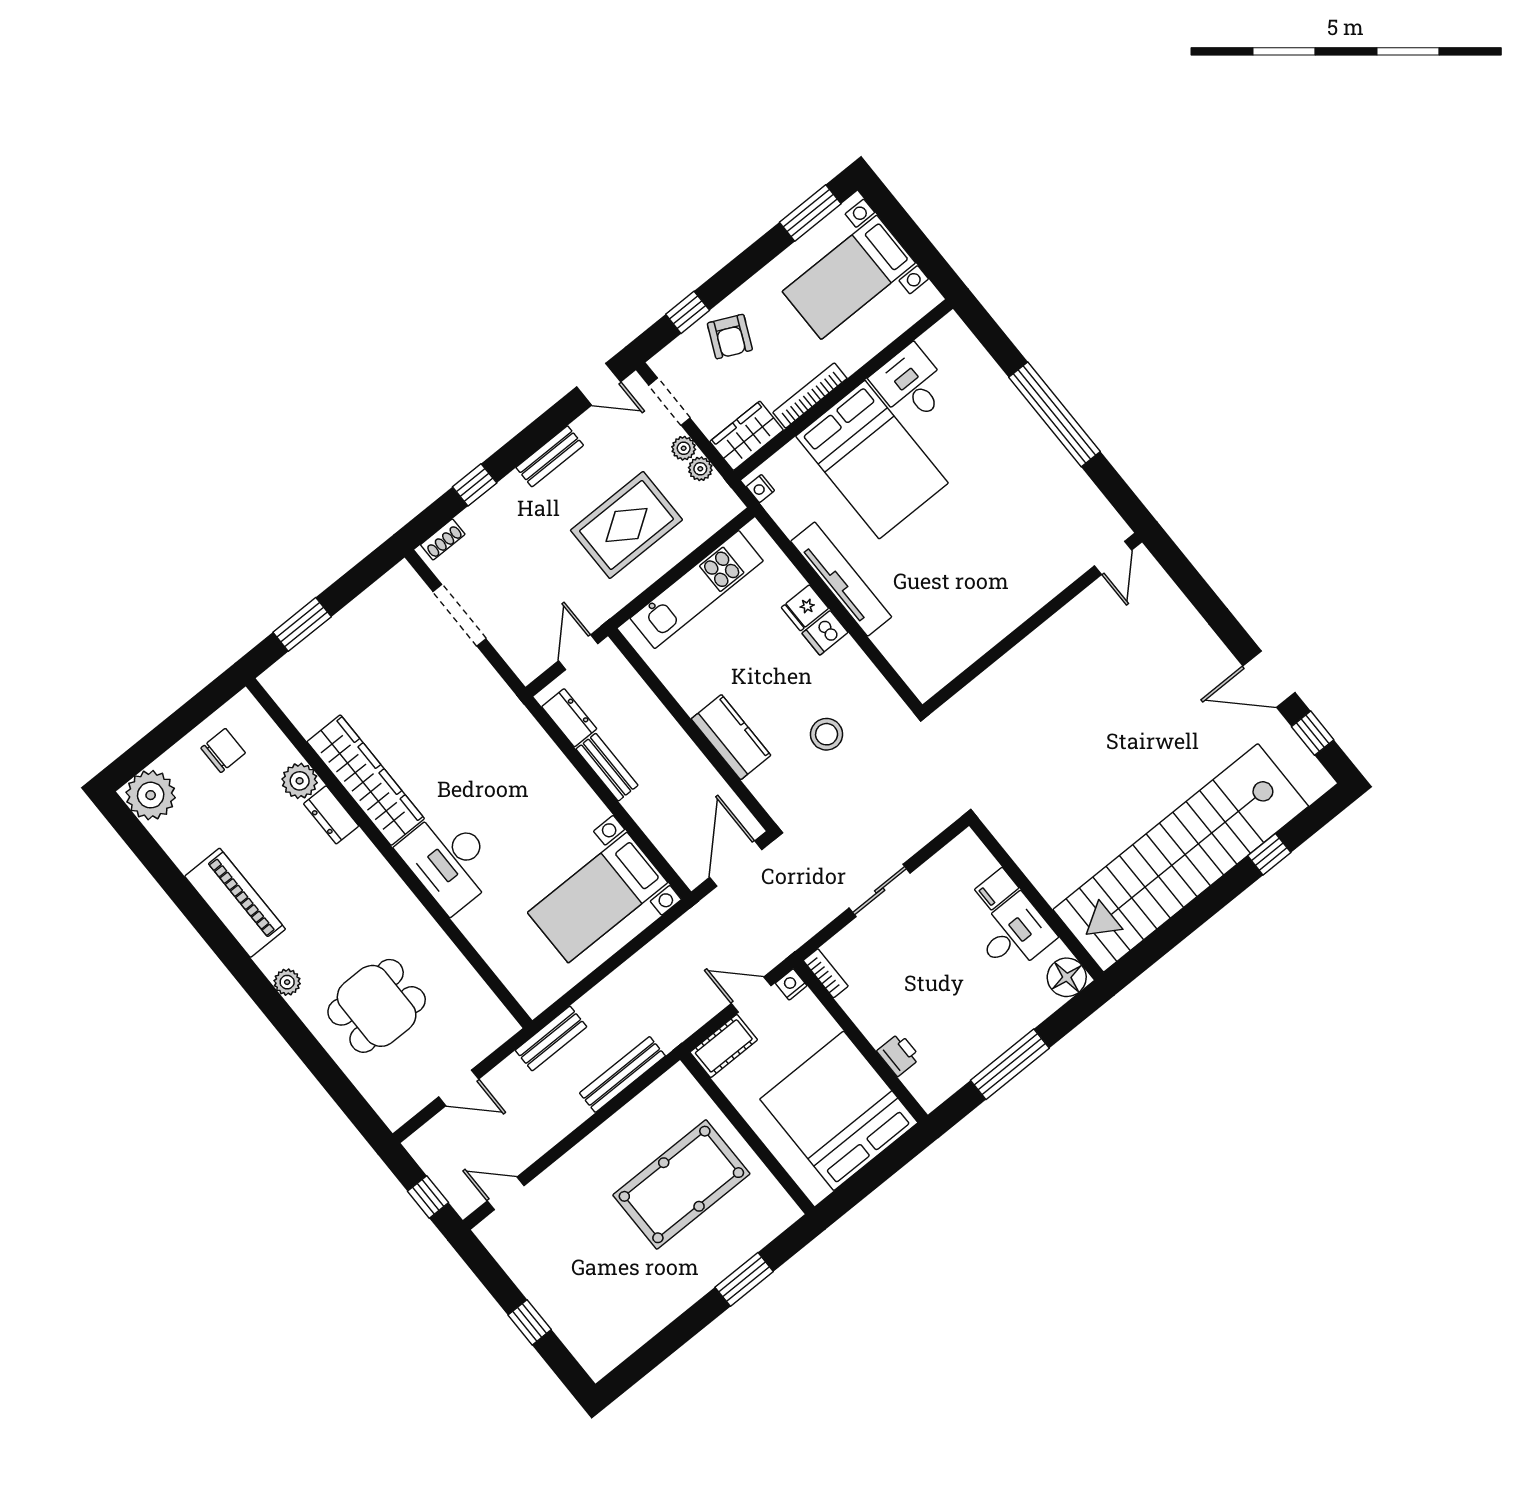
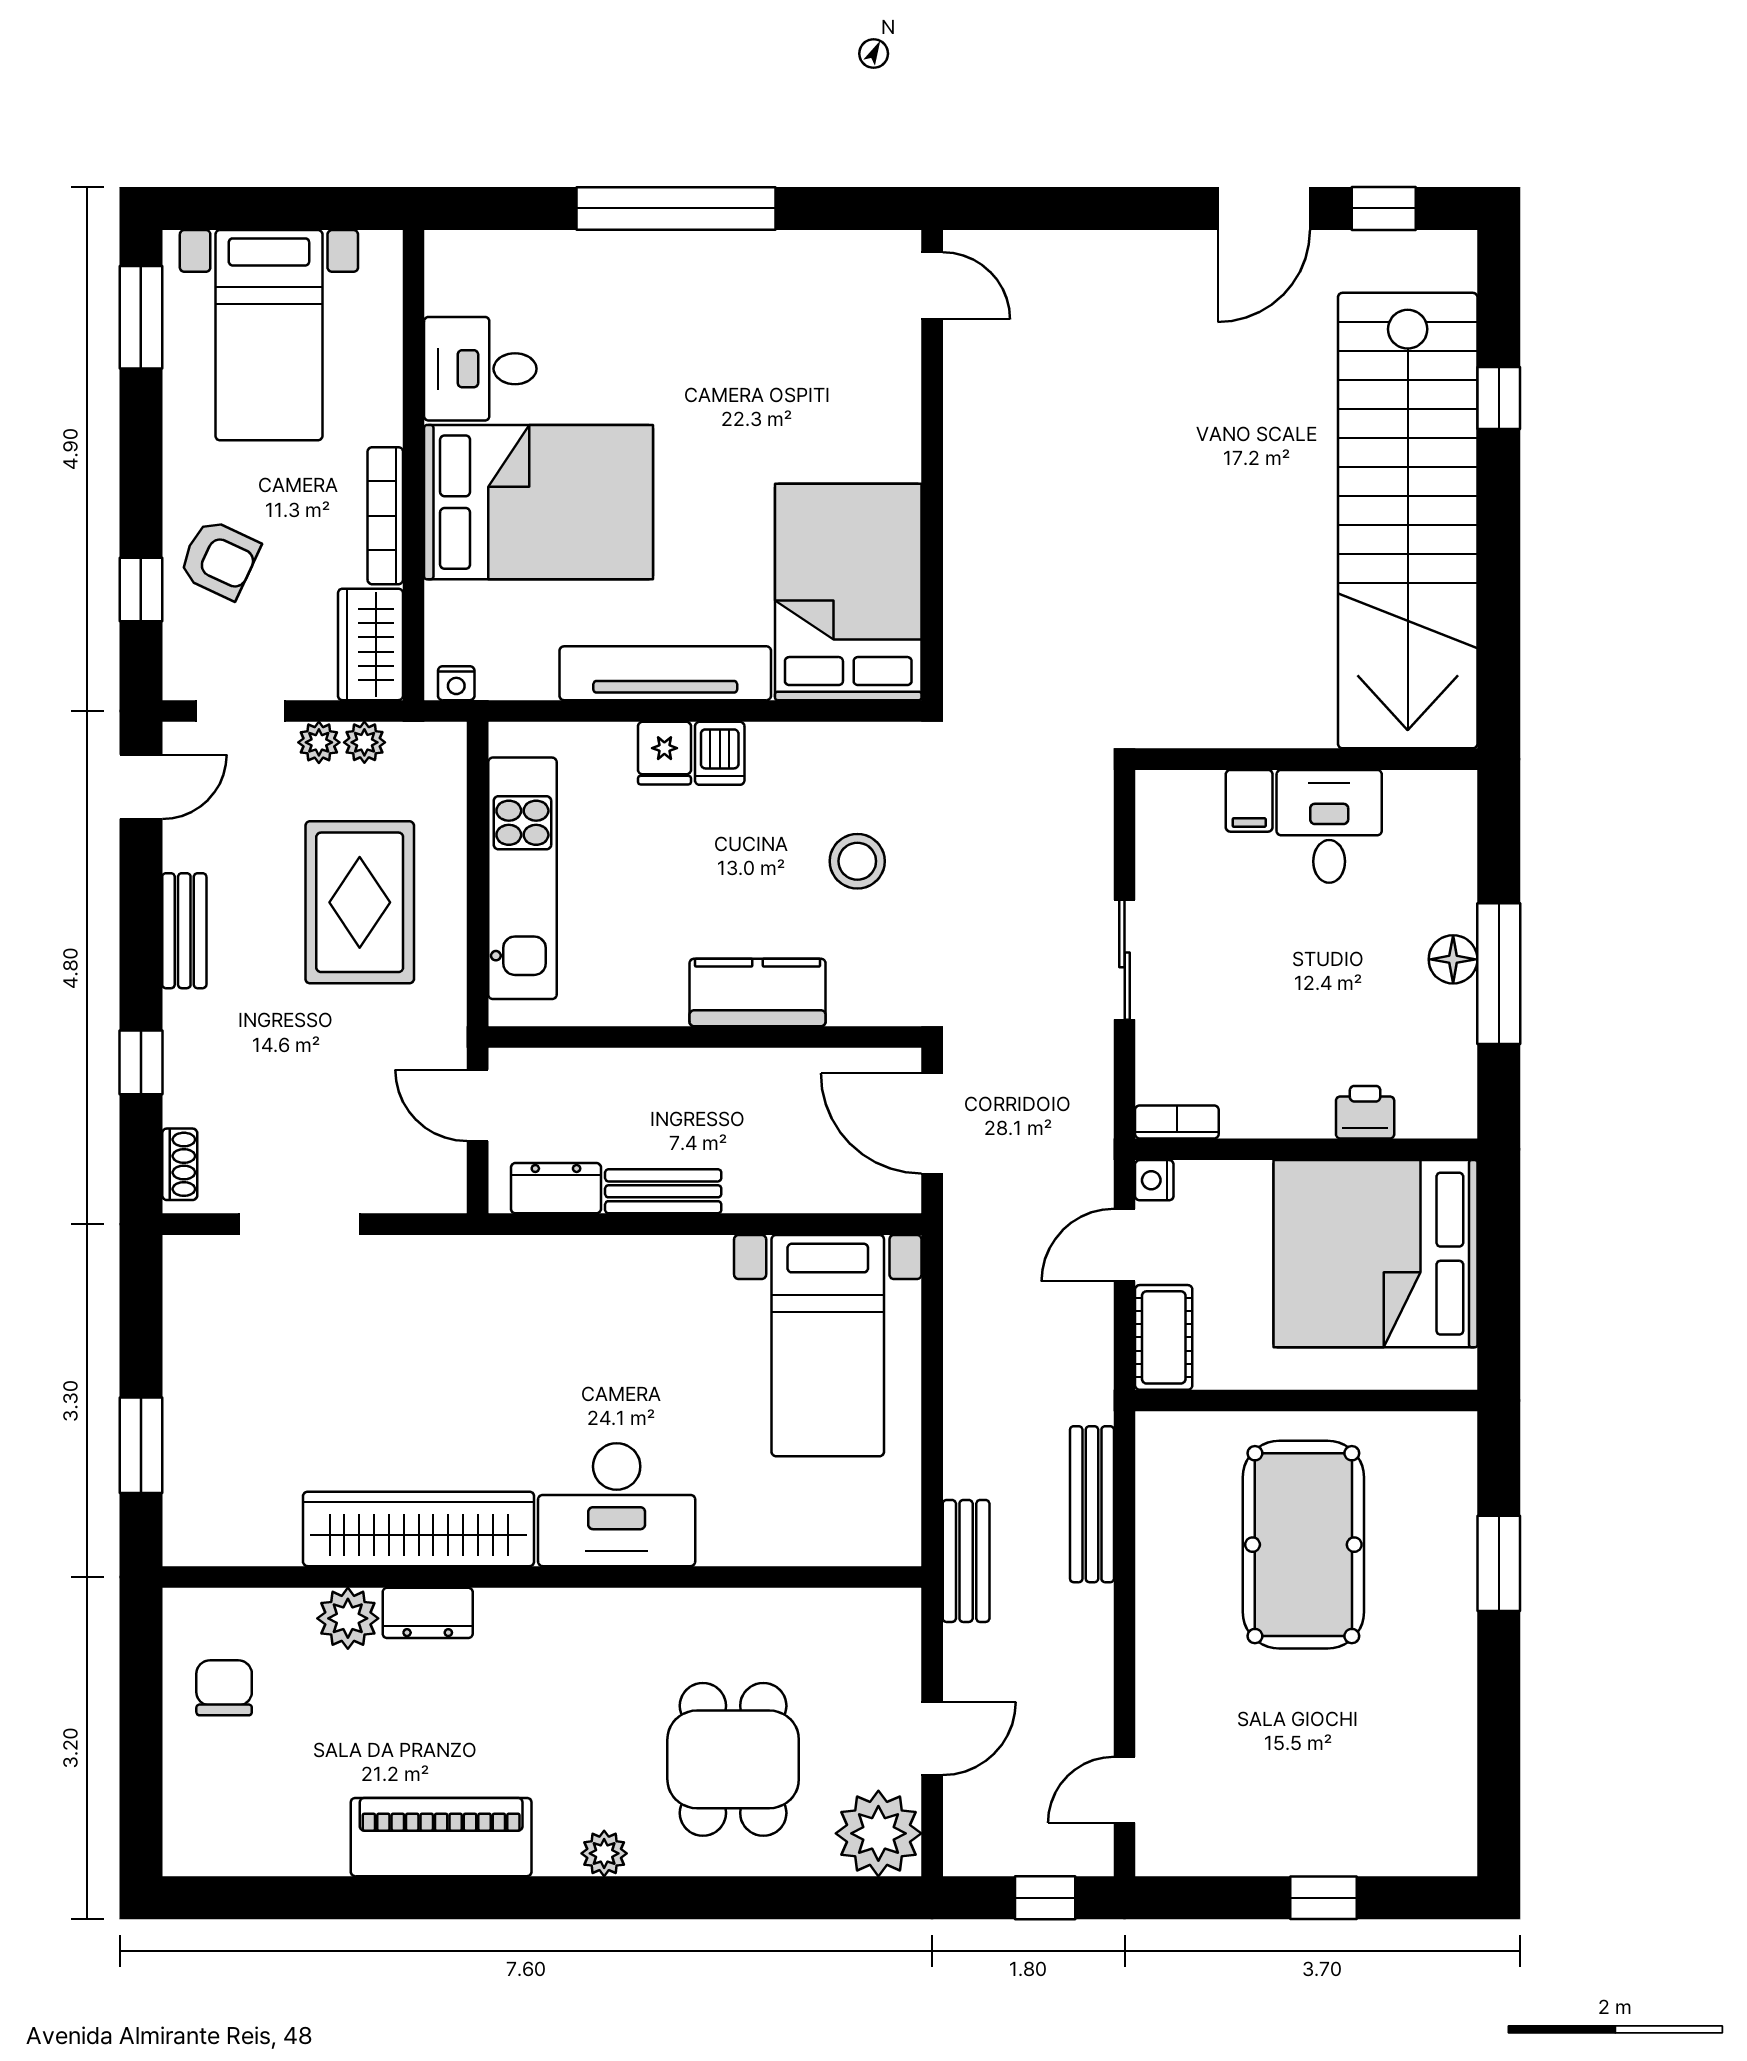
bed: (945, 632) -> (848, 592), added
plant: (151, 795) -> (878, 1833), moved
floor lamp: (1067, 977) -> (1453, 959), moved, width x0.73, depth x0.73

